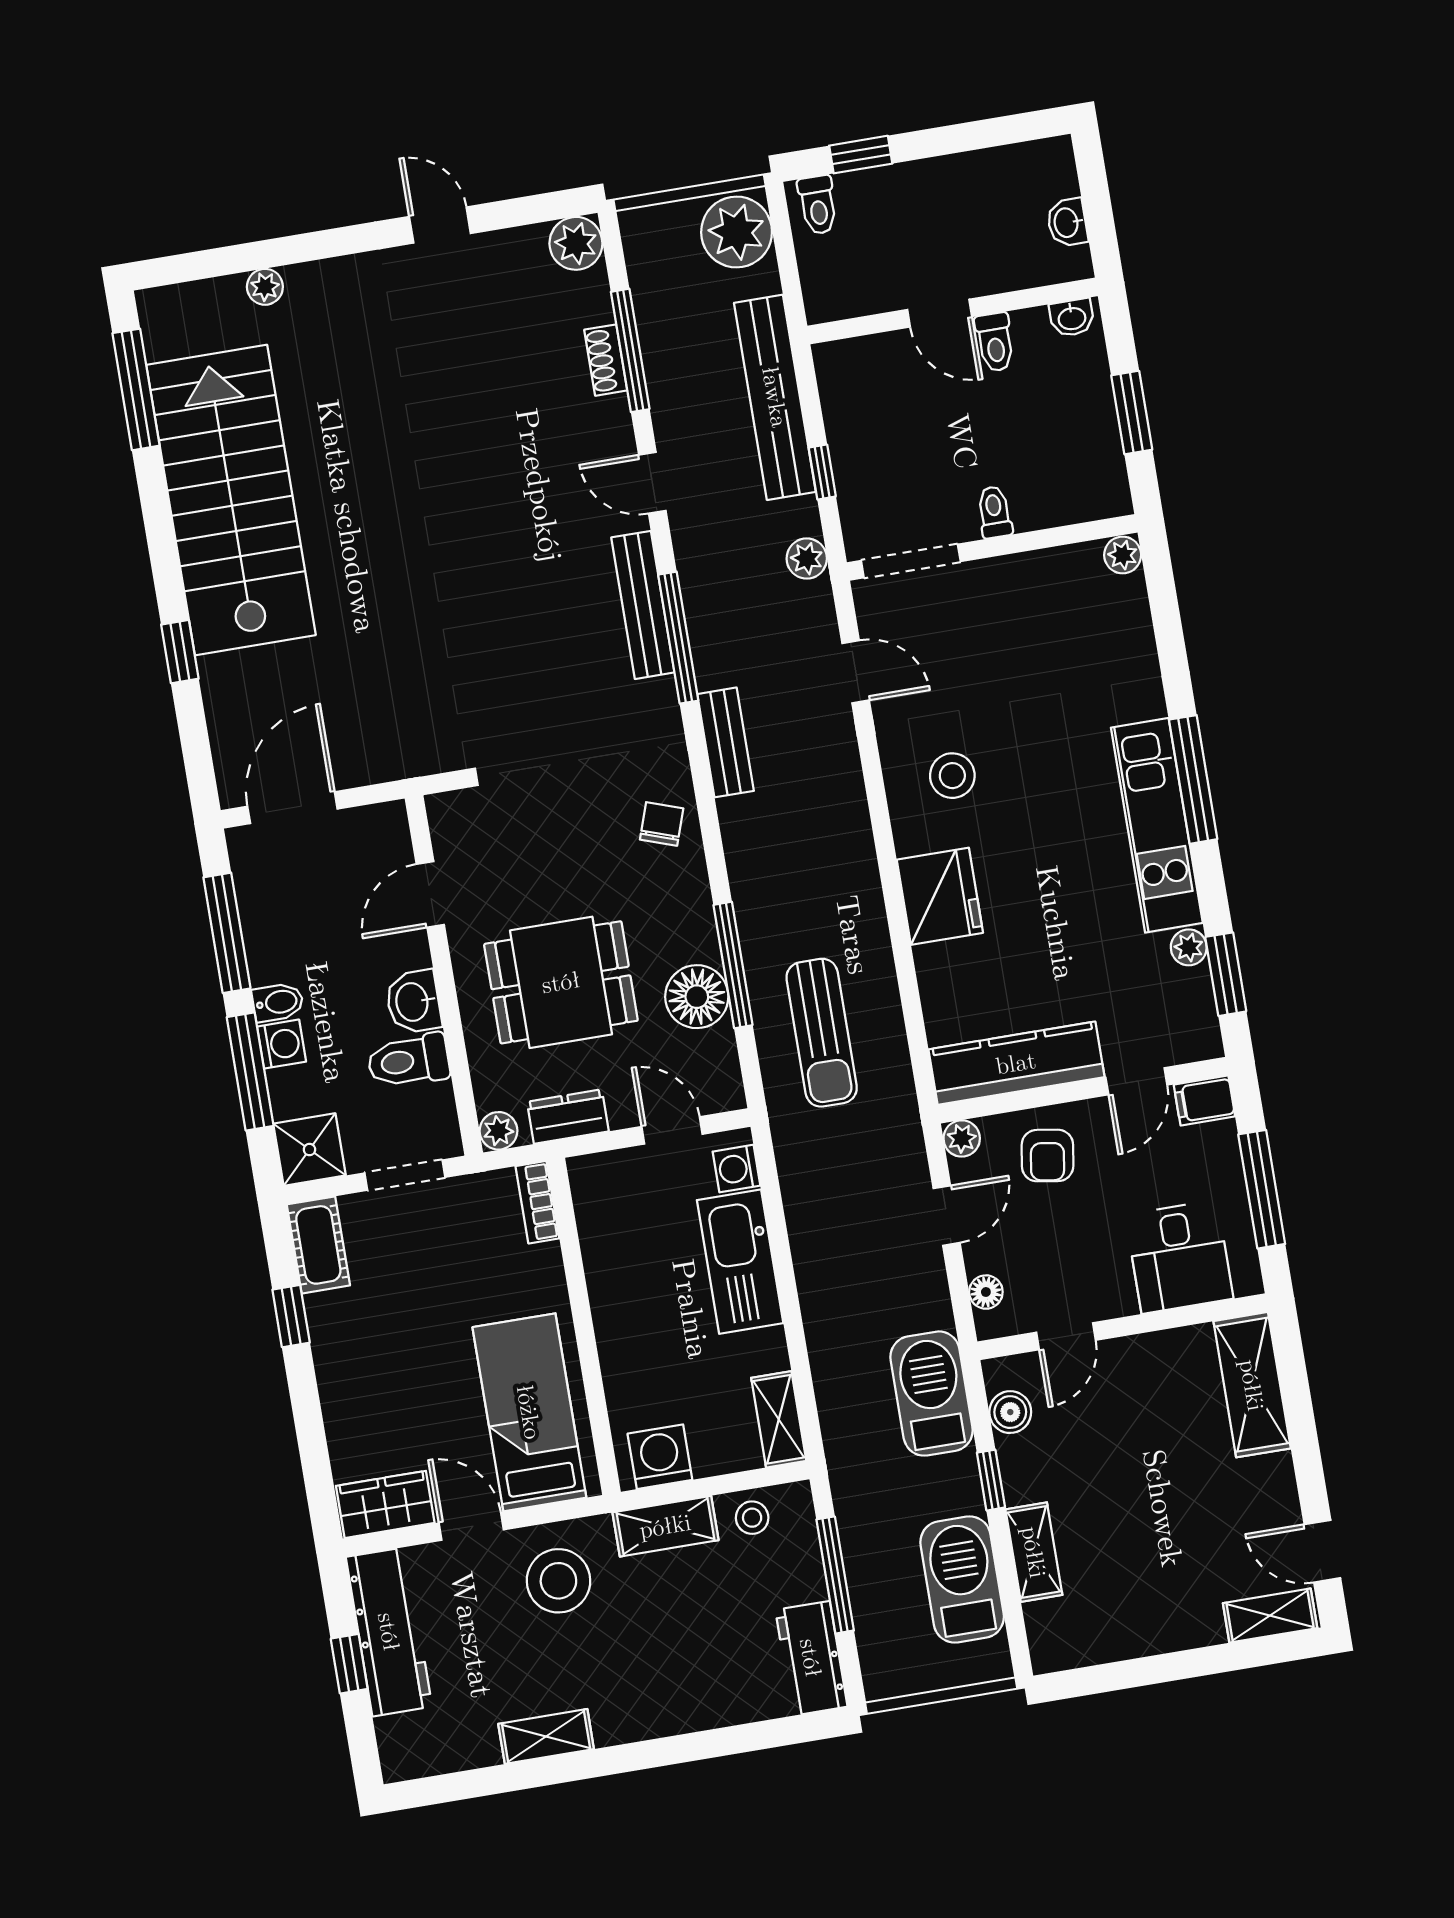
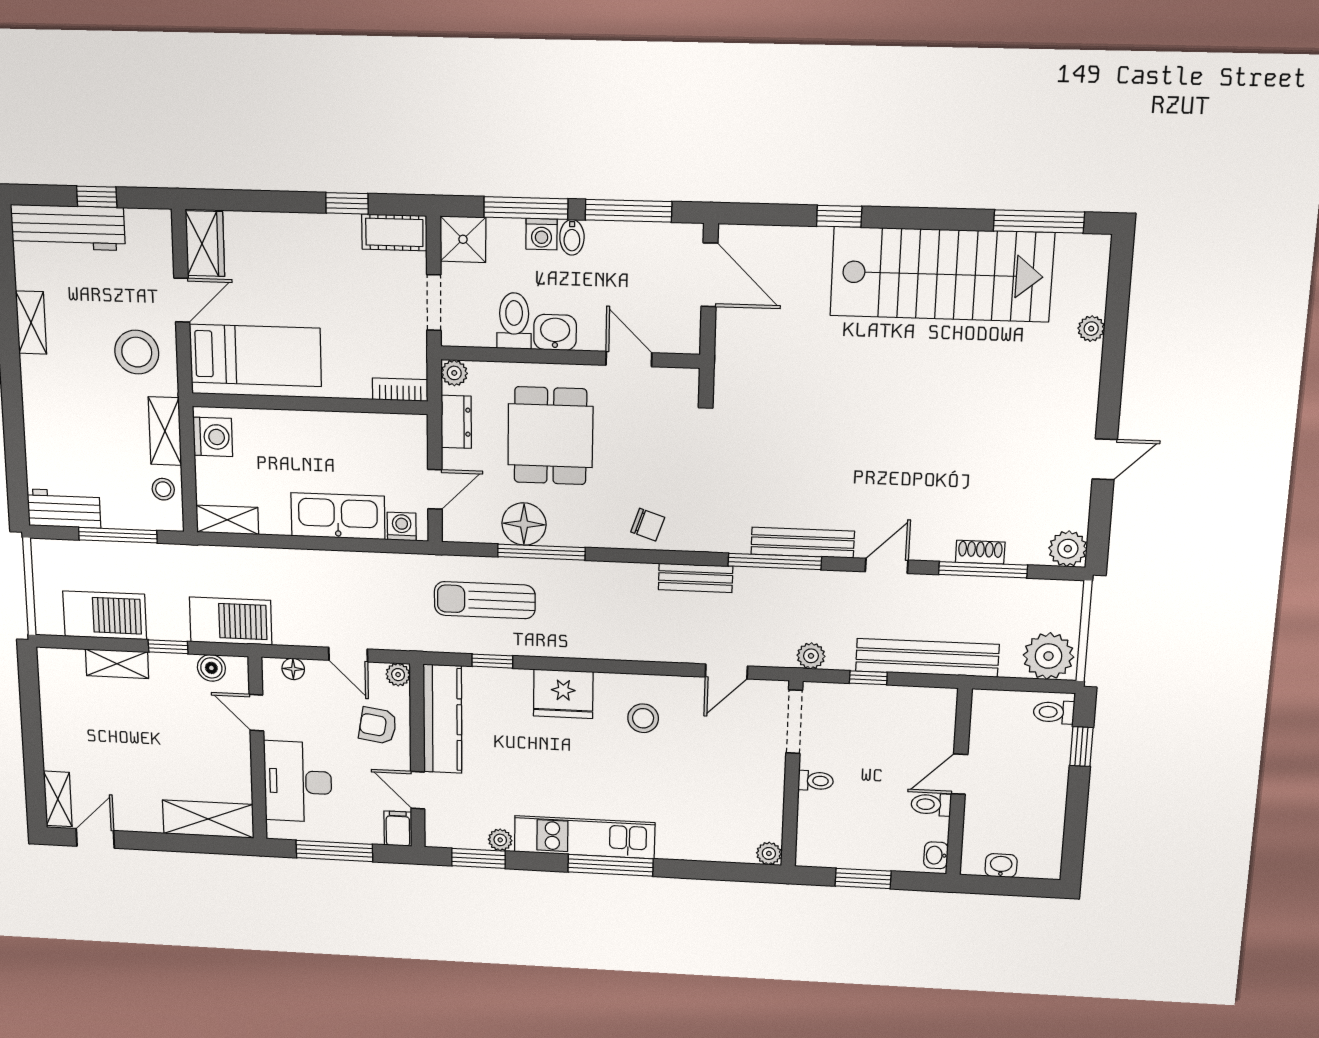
window: (912, 1006) -> (492, 661), added
desk: (1179, 1257) -> (298, 782), width x1.37
workbench: (389, 1632) -> (68, 228), moved

